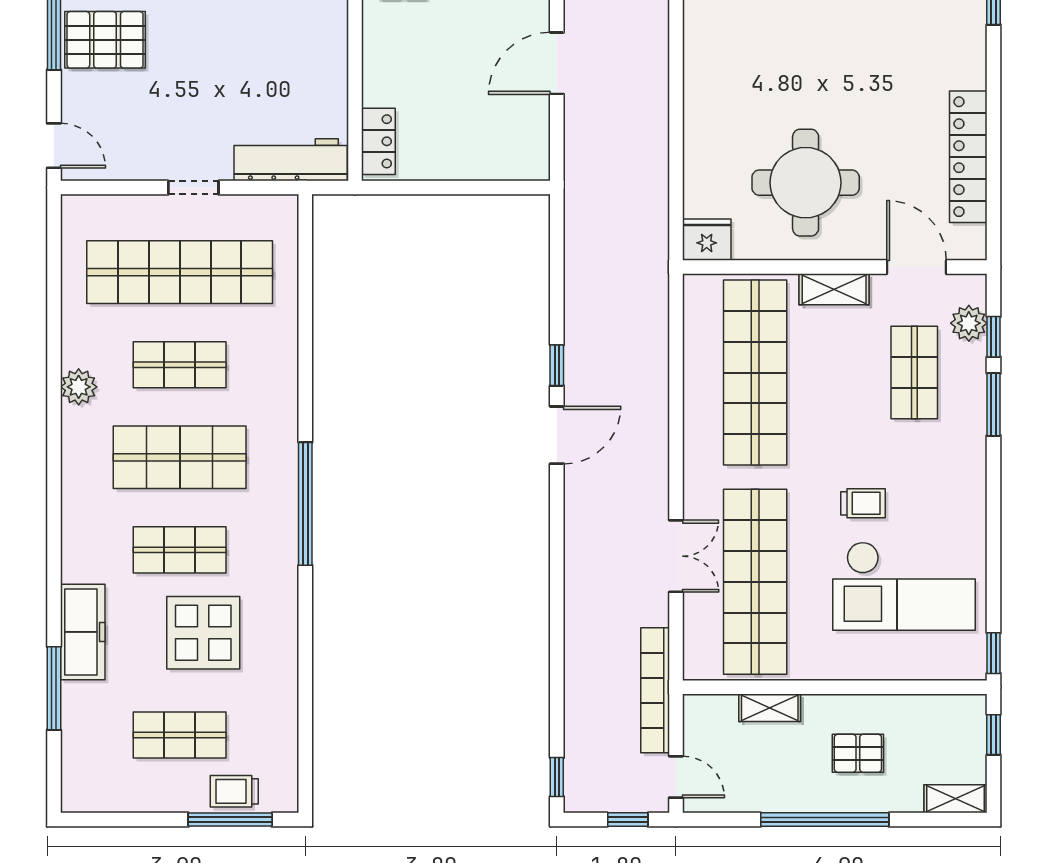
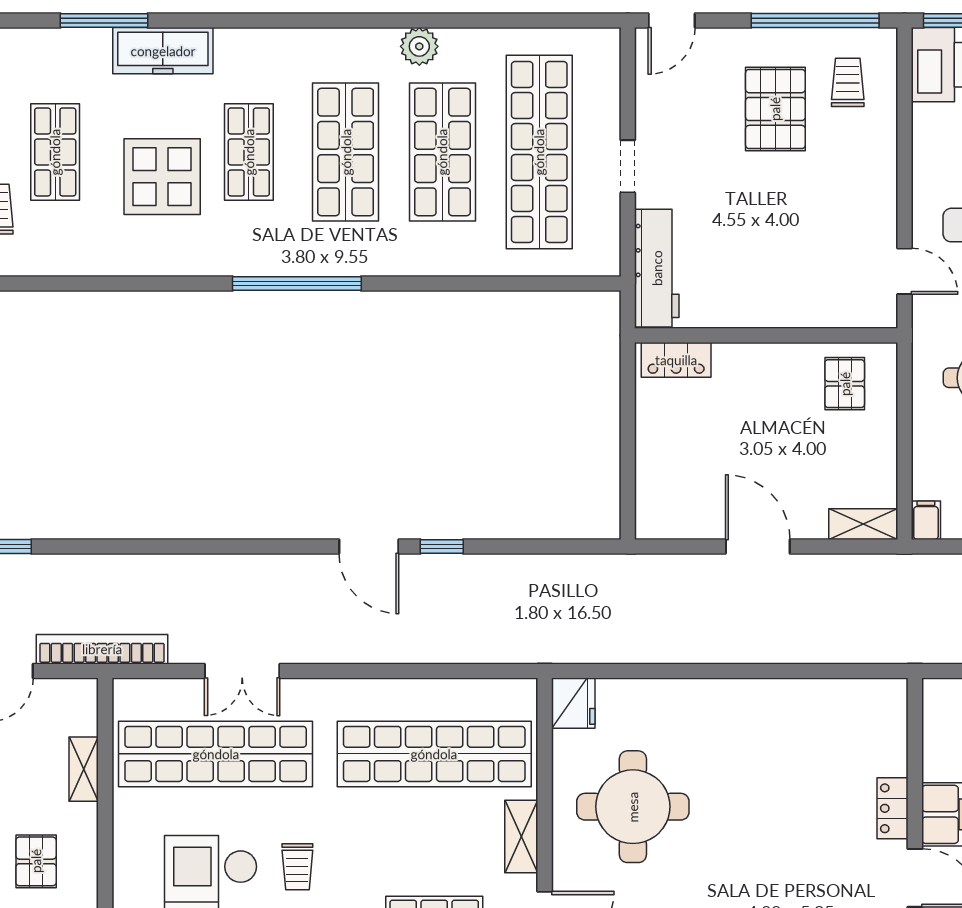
pallet: (105, 40) -> (775, 109), moved
shop shelf: (180, 365) -> (442, 152), width x1.43, depth x1.36

